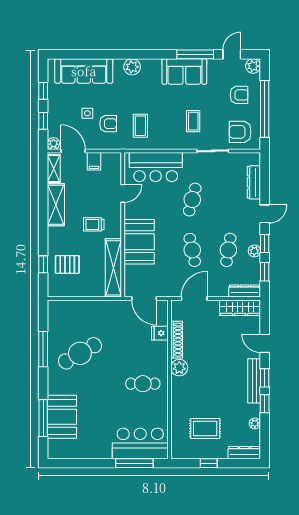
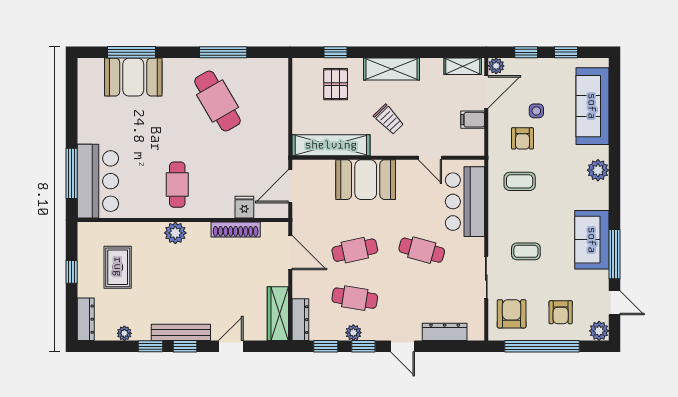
shelving: (56, 205) -> (391, 69), moved
trolley: (94, 224) -> (389, 119), turned 136
plant: (179, 368) -> (175, 233), moved

